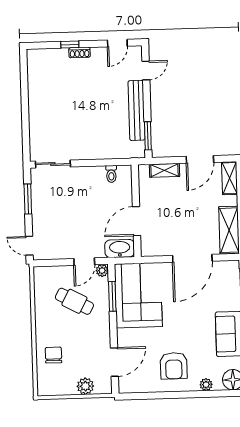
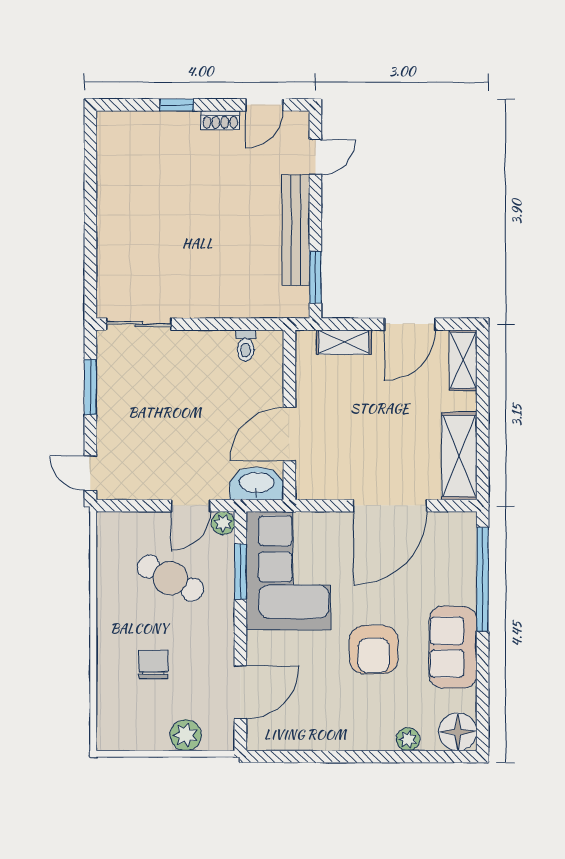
shoe rack: (80, 52) -> (220, 120), moved
chair: (53, 355) -> (154, 664), moved
armchair: (174, 366) -> (374, 650), moved

